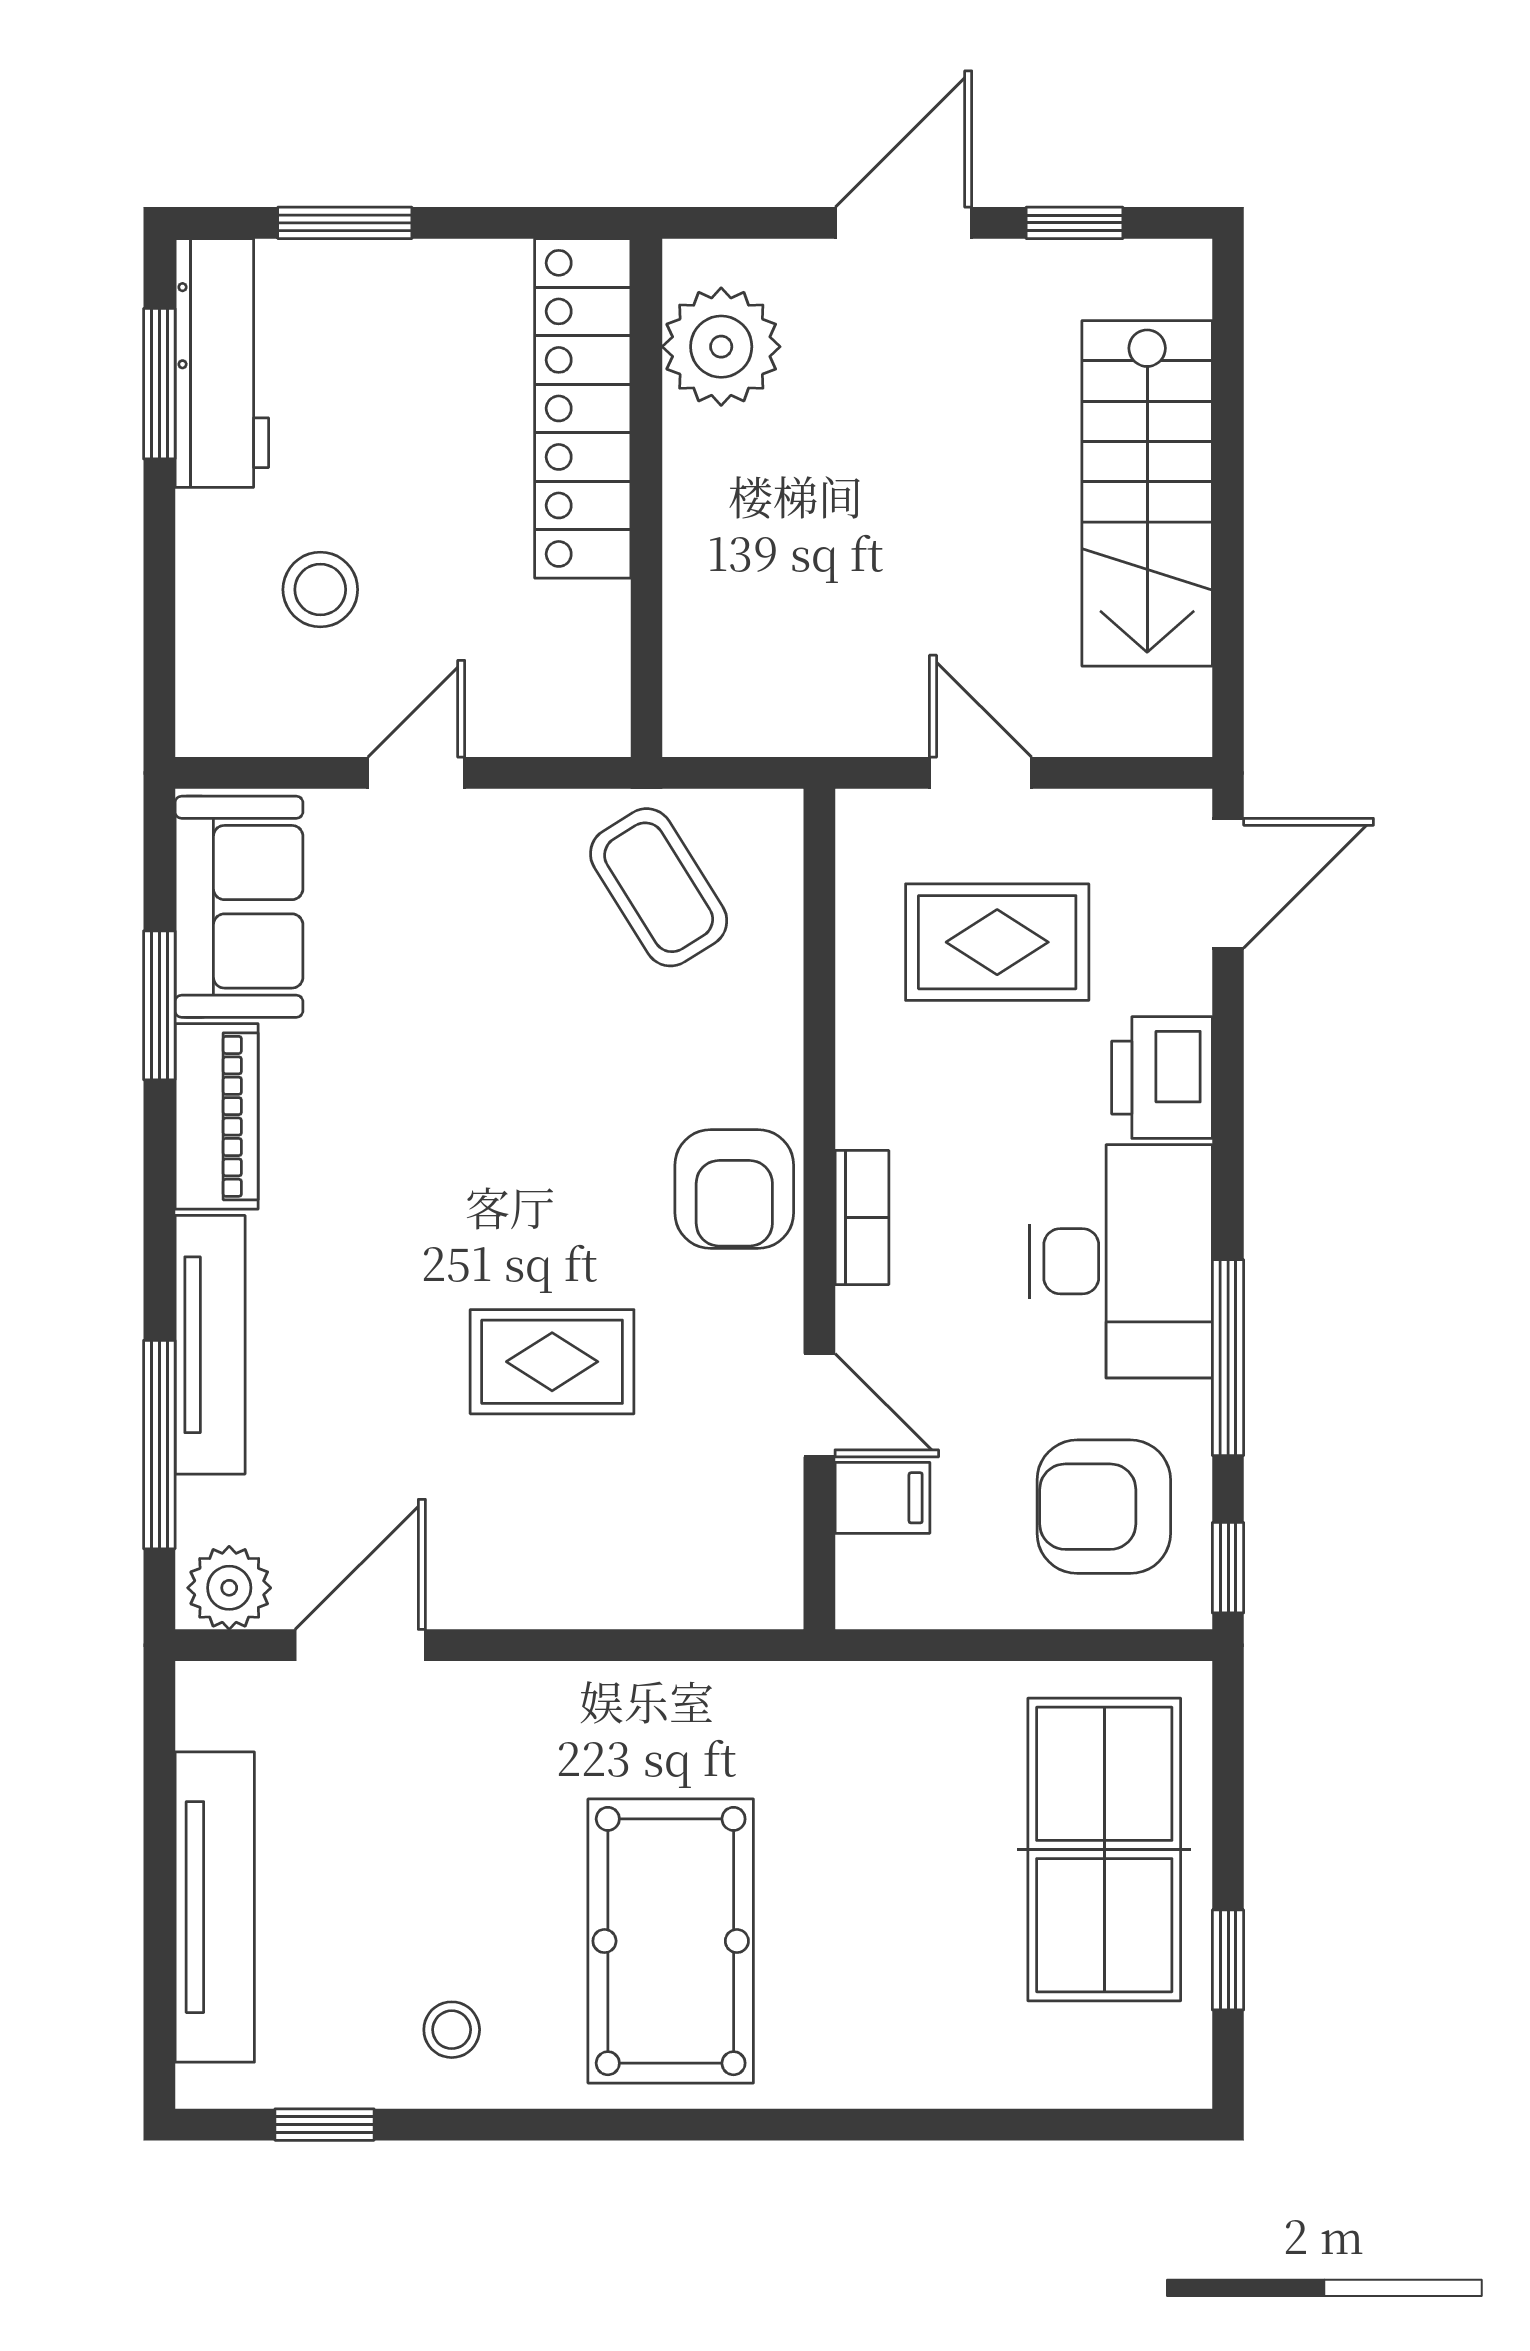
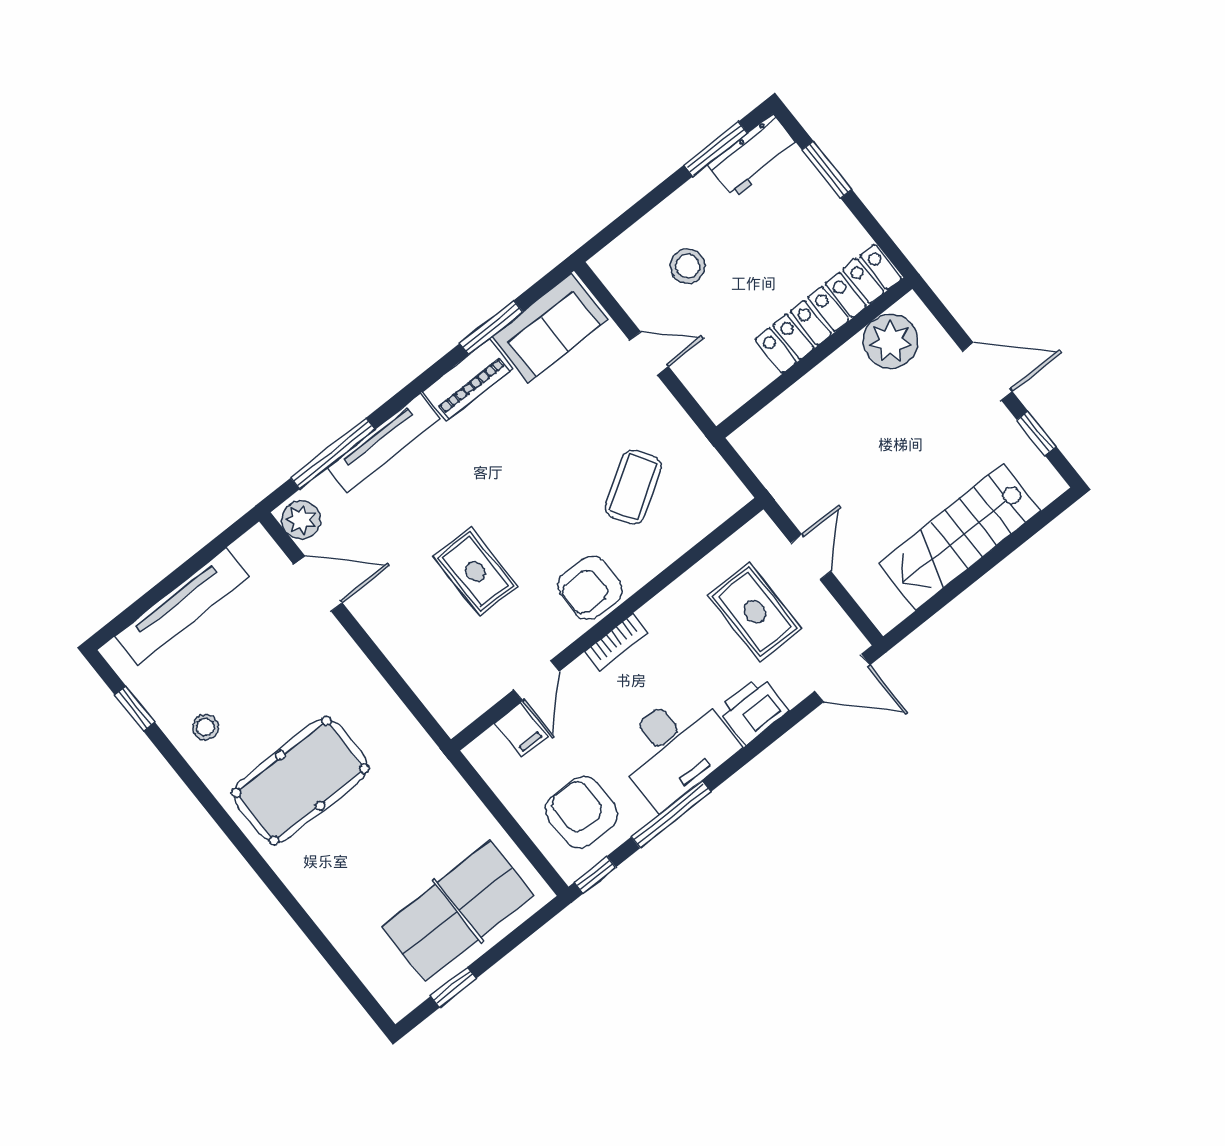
workbench: (222, 363) -> (753, 156), width x0.73
coffee table: (659, 887) -> (633, 487), moved

